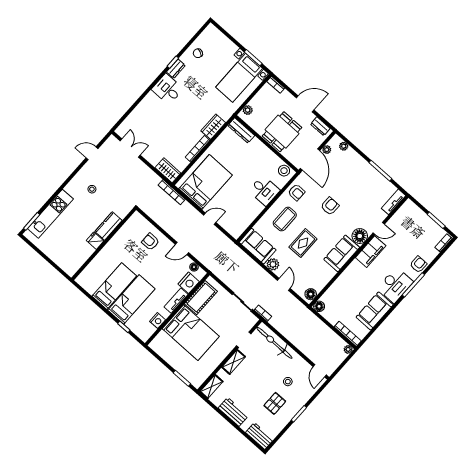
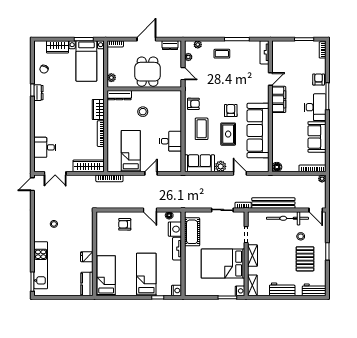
wardrobe: (225, 45) -> (58, 47), added
desk: (167, 89) -> (45, 147), moved
double door: (130, 148) -> (55, 173), swing flipped
door: (92, 153) -> (32, 184), moved
door: (310, 160) -> (183, 74), width x0.53
wardrobe: (168, 170) -> (89, 166), width x1.50
stool: (284, 171) -> (143, 112), moved
coffee table: (357, 172) -> (222, 54), added
bed: (206, 182) -> (131, 151), width x0.67
desk: (264, 191) -> (171, 141), moved
armchair: (330, 206) -> (231, 111), moved
kitchen counter: (108, 226) -> (87, 284), moved
floor lamp: (360, 236) -> (262, 95), removed
door: (182, 248) -> (150, 210), hinge flipped
sofa: (342, 253) -> (258, 130), width x1.85, depth x1.27
bed: (114, 286) -> (106, 276), moved
floor lamp: (311, 294) -> (264, 164), removed
nightstand: (157, 321) -> (177, 291), moved
bed: (191, 333) -> (223, 264), moved, turned 180
bench: (290, 334) -> (273, 203), added
bicycle: (274, 343) -> (287, 218), moved
nightstand: (197, 382) -> (240, 291), added
pallet: (275, 403) -> (305, 259), width x1.50, depth x1.42

